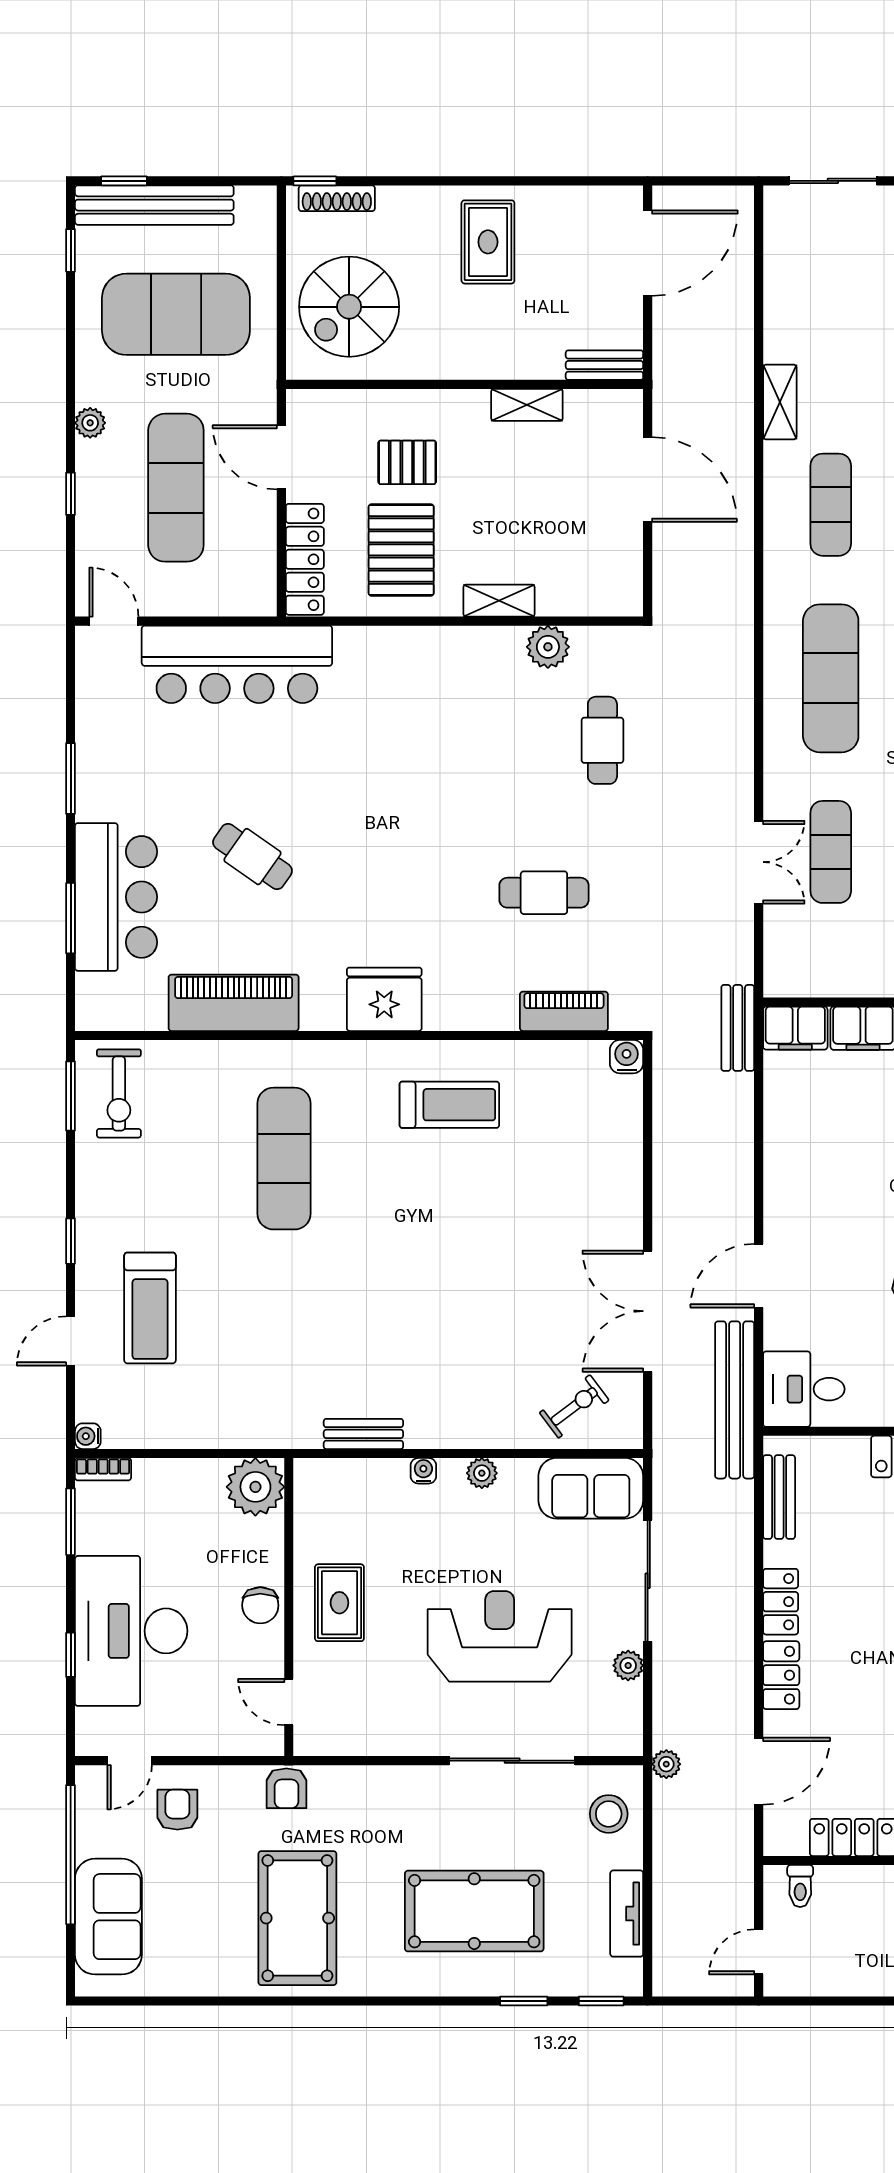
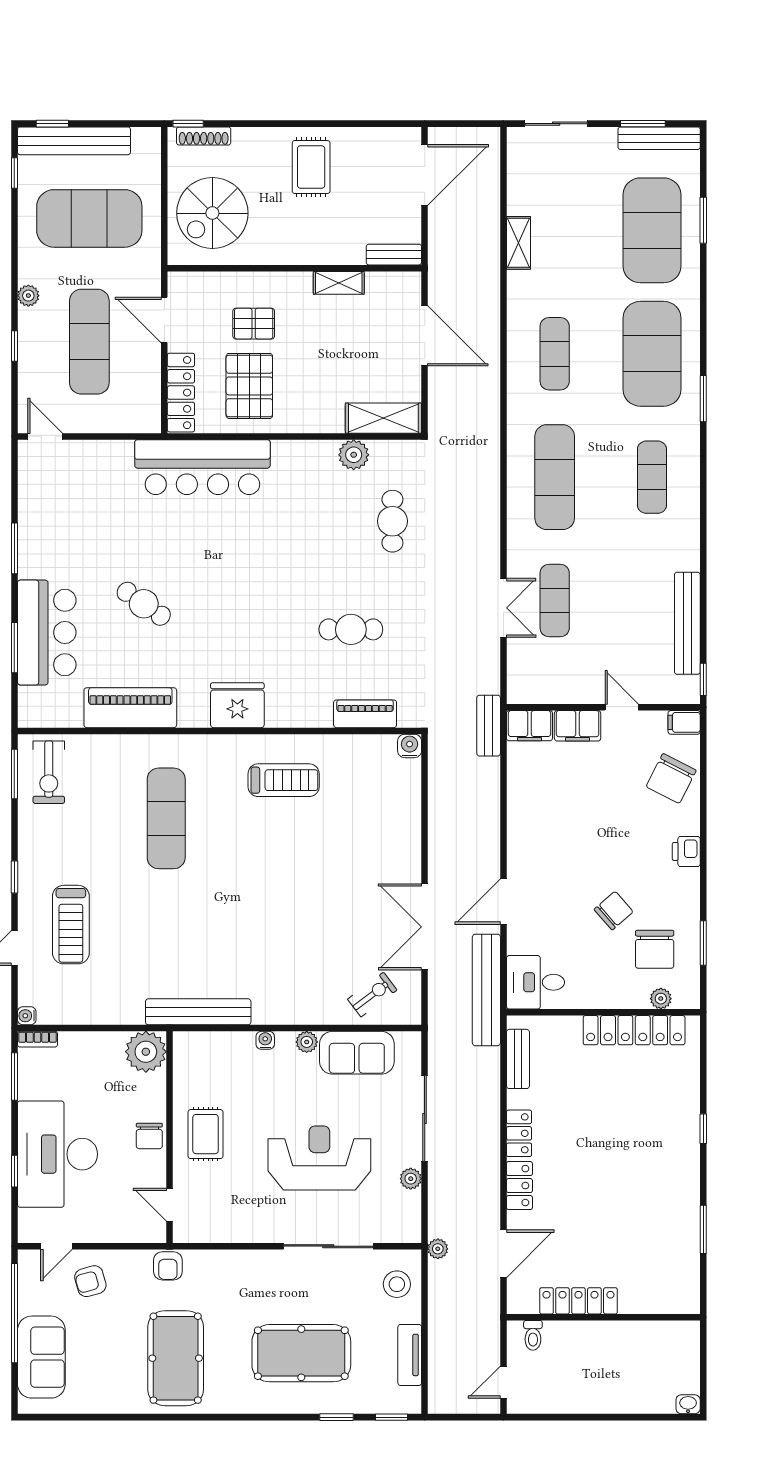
shelving: (780, 402) -> (519, 243), moved
shelving: (499, 601) -> (383, 418), moved, width x1.50, depth x1.33
bar counter: (237, 664) -> (202, 467), moved
bench: (363, 1434) -> (198, 1012), width x1.86, depth x1.21
sofa: (591, 1488) -> (357, 1053), moved
armchair: (177, 1810) -> (90, 1281), turned -106

